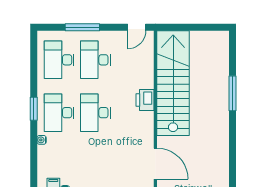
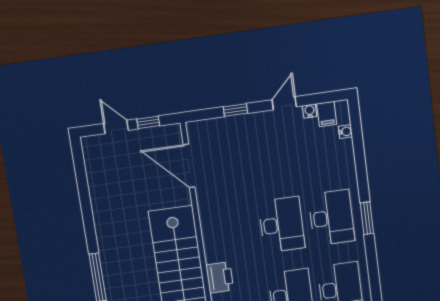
printer: (145, 100) -> (220, 277), moved
water cooler: (42, 140) -> (346, 131), moved

